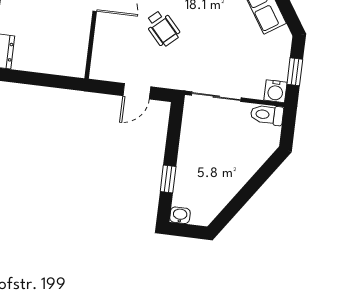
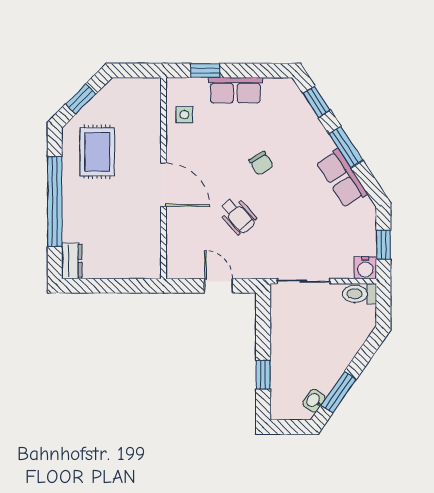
door: (137, 91) -> (219, 286), swing flipped
window: (236, 204) -> (339, 392), added
washbasin: (180, 215) -> (314, 401), moved, turned -55

